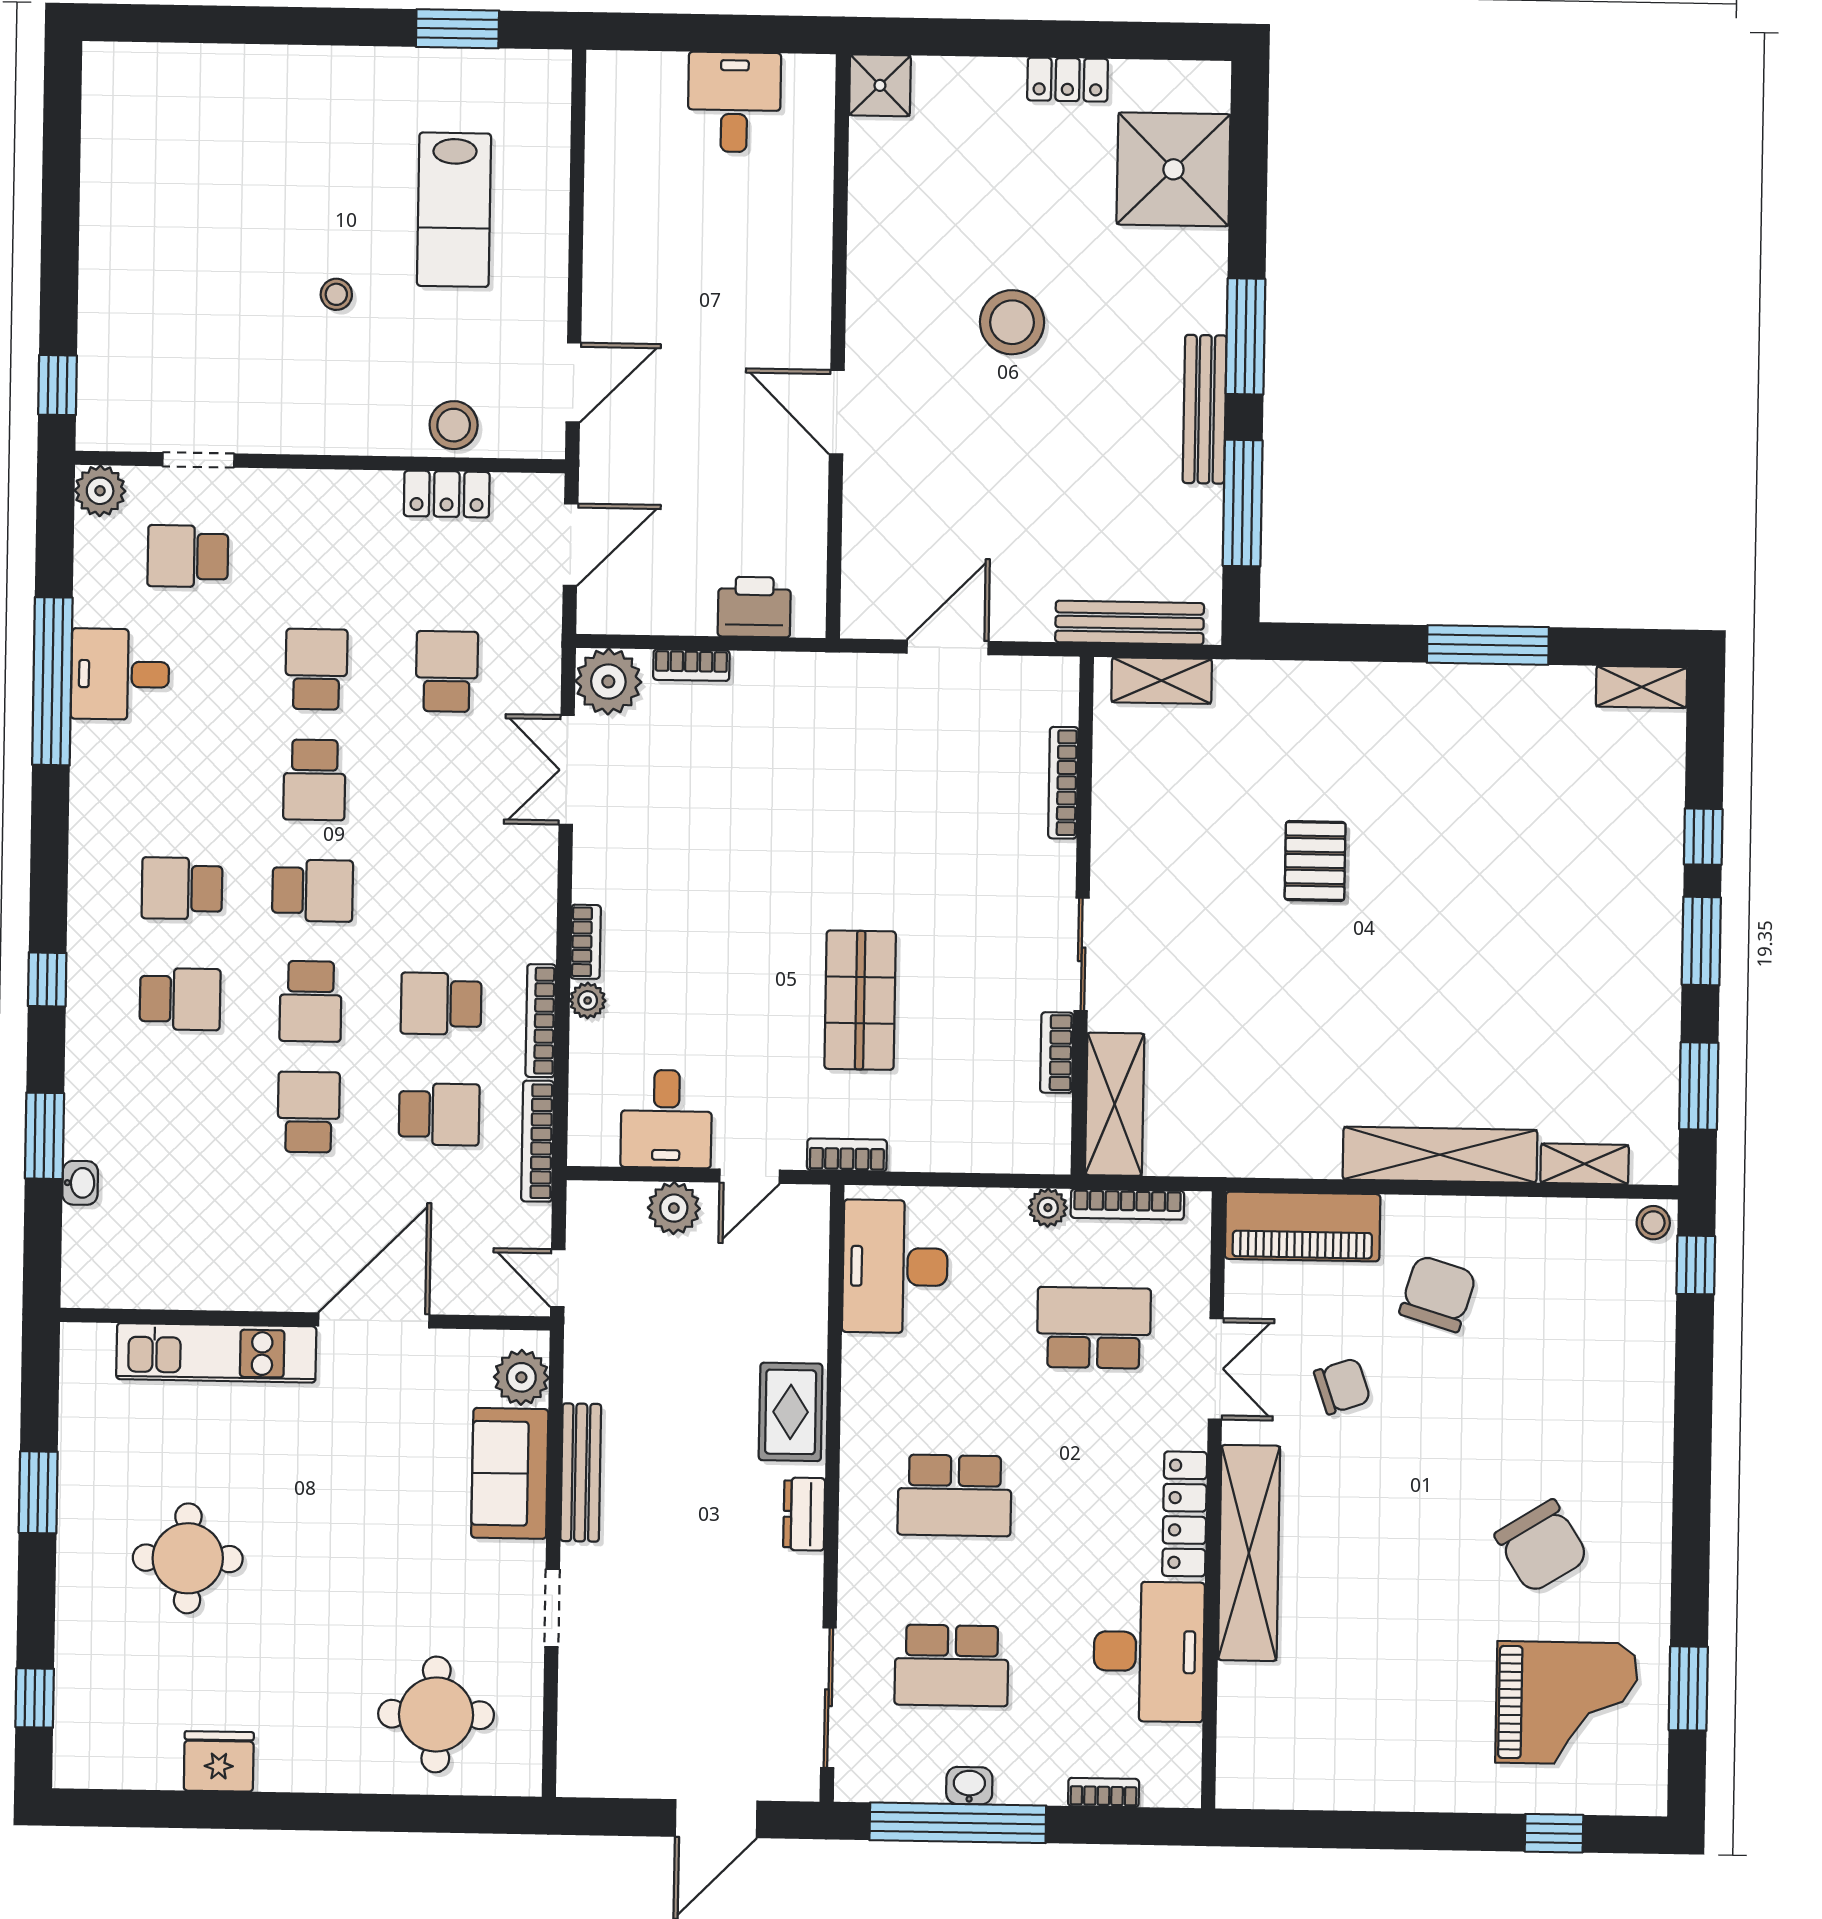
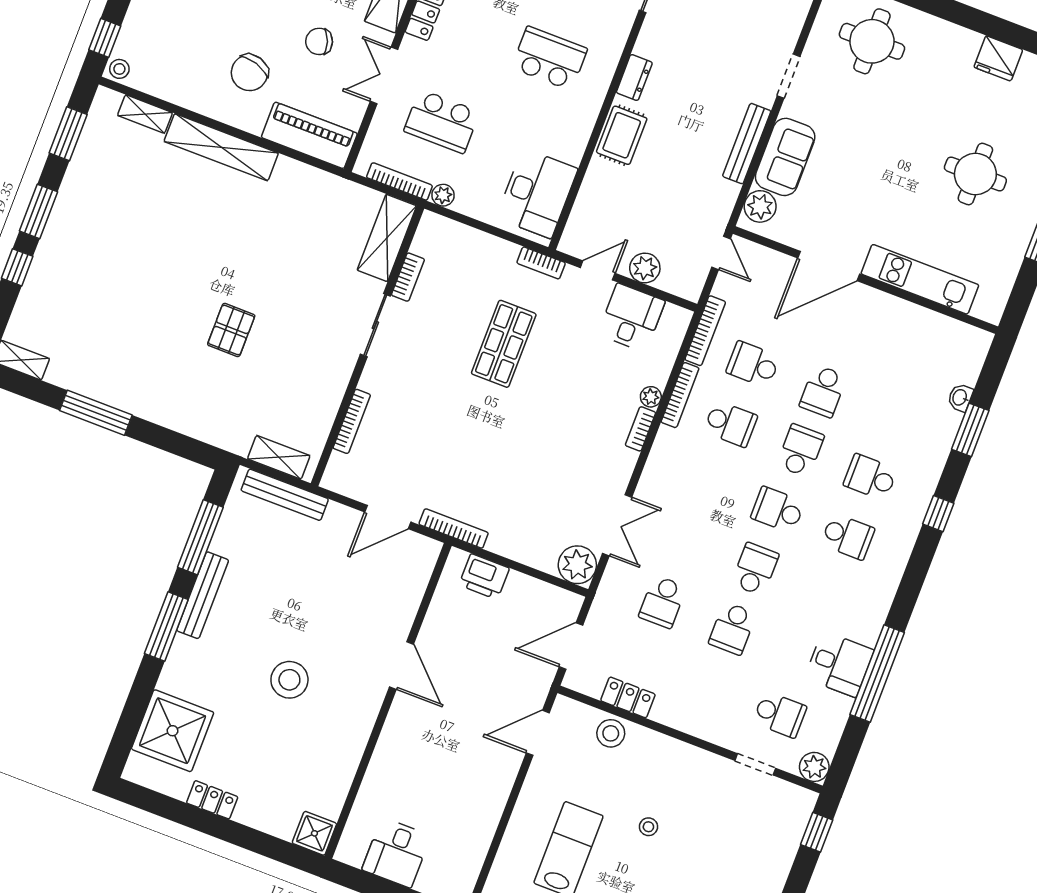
bookcase: (691, 665) -> (454, 528), moved, width x1.56

